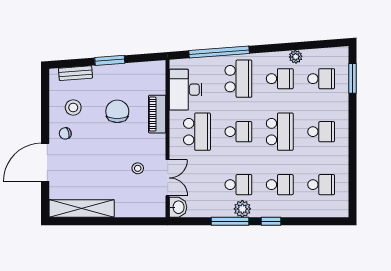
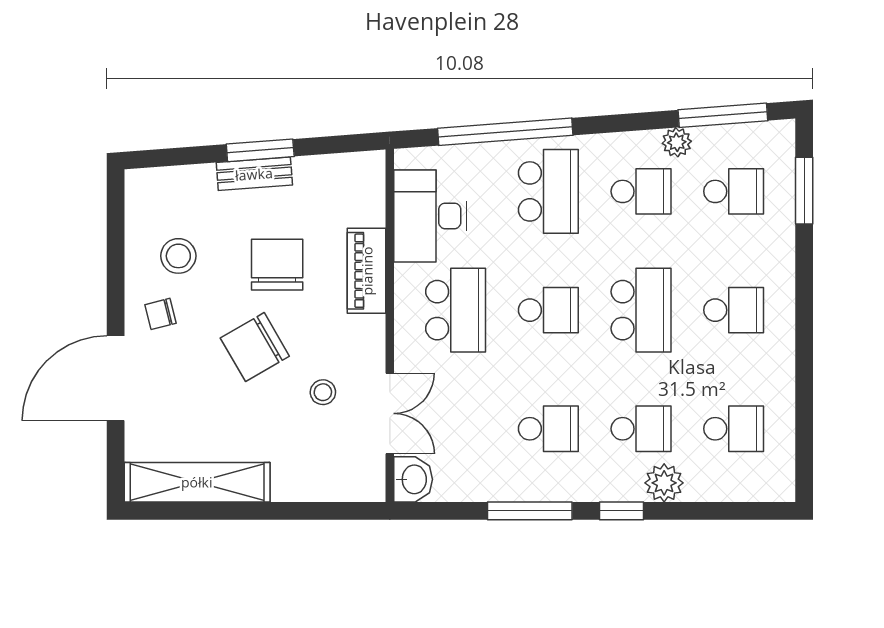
window: (316, 45) -> (723, 115), added
bench: (75, 73) -> (254, 174), moved
chair: (107, 148) -> (255, 347), added
plant: (242, 209) -> (664, 483), moved

